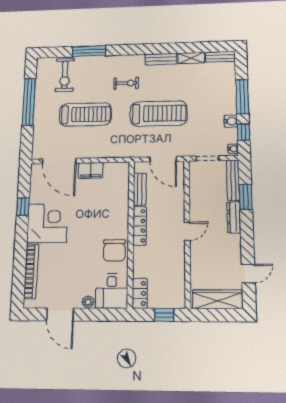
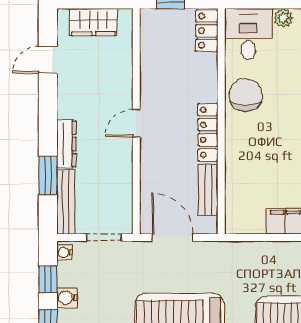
wardrobe: (217, 299) -> (94, 22), width x0.67

